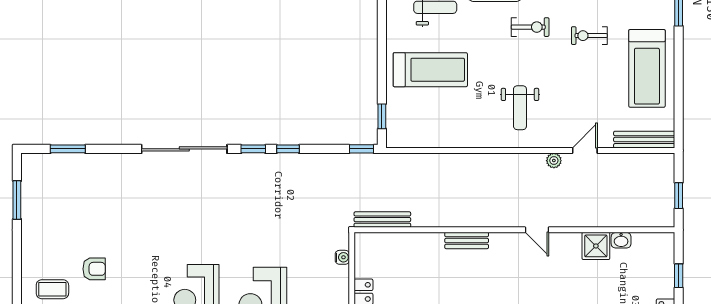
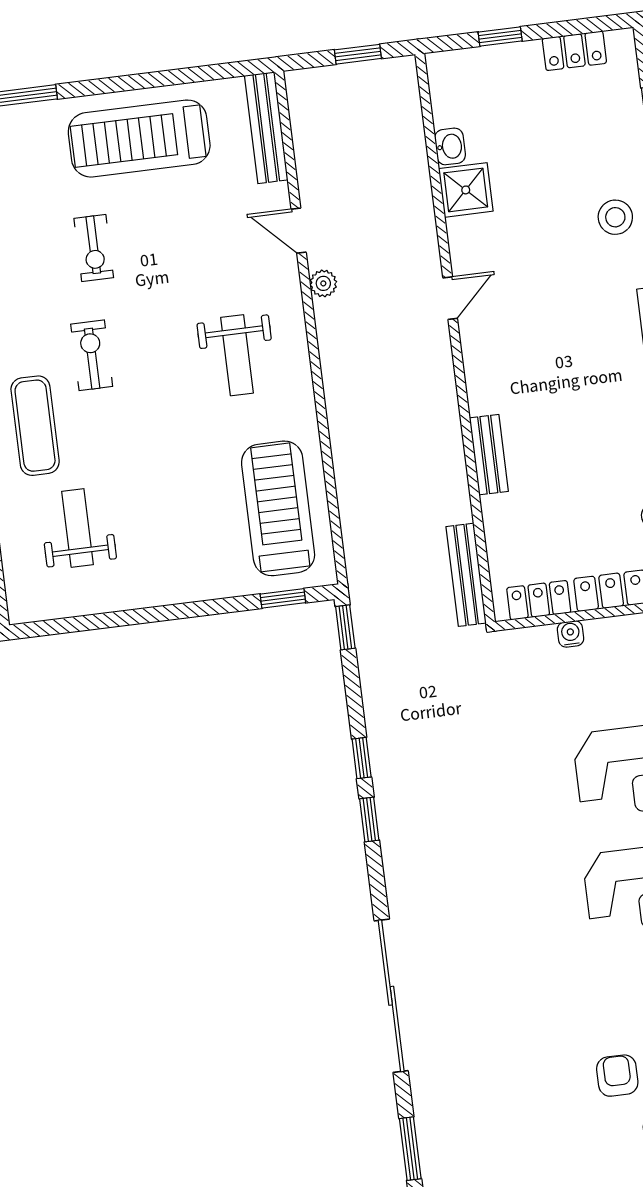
treadmill: (647, 68) -> (139, 139), turned 180
treadmill: (430, 70) -> (278, 508), moved
weight bench: (520, 108) -> (237, 355), turned 90
sliding door: (184, 149) -> (391, 996), moved
bench: (467, 241) -> (489, 455), moved
water cooler: (342, 257) -> (571, 634), moved
locker: (363, 258) -> (539, 600), added

